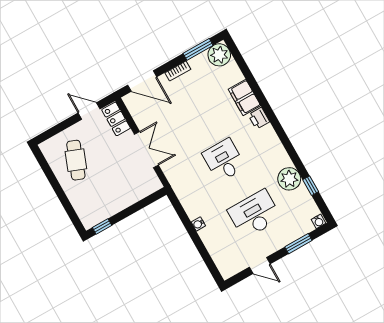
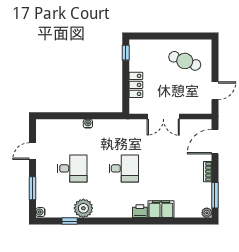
plant: (219, 55) -> (207, 213), width x0.53, depth x0.53
locker: (116, 119) -> (136, 85), moved, turned 90
desk: (254, 214) -> (72, 168), width x0.73

